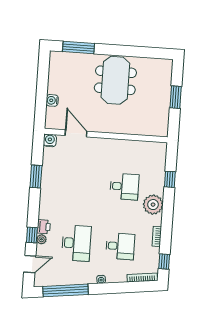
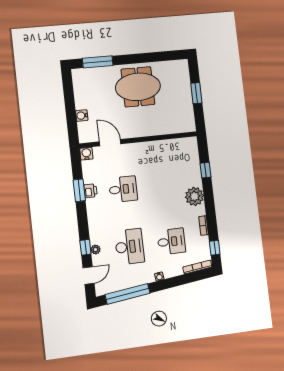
meeting table: (115, 80) -> (138, 87), turned 90
desk: (124, 187) -> (123, 189), moved
printer: (44, 227) -> (90, 191), moved

